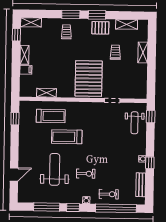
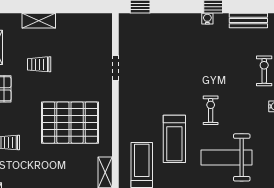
pallet: (89, 78) -> (70, 123), moved
weight bench: (135, 123) -> (150, 32), removed
exercise bike: (86, 174) -> (211, 110), moved

